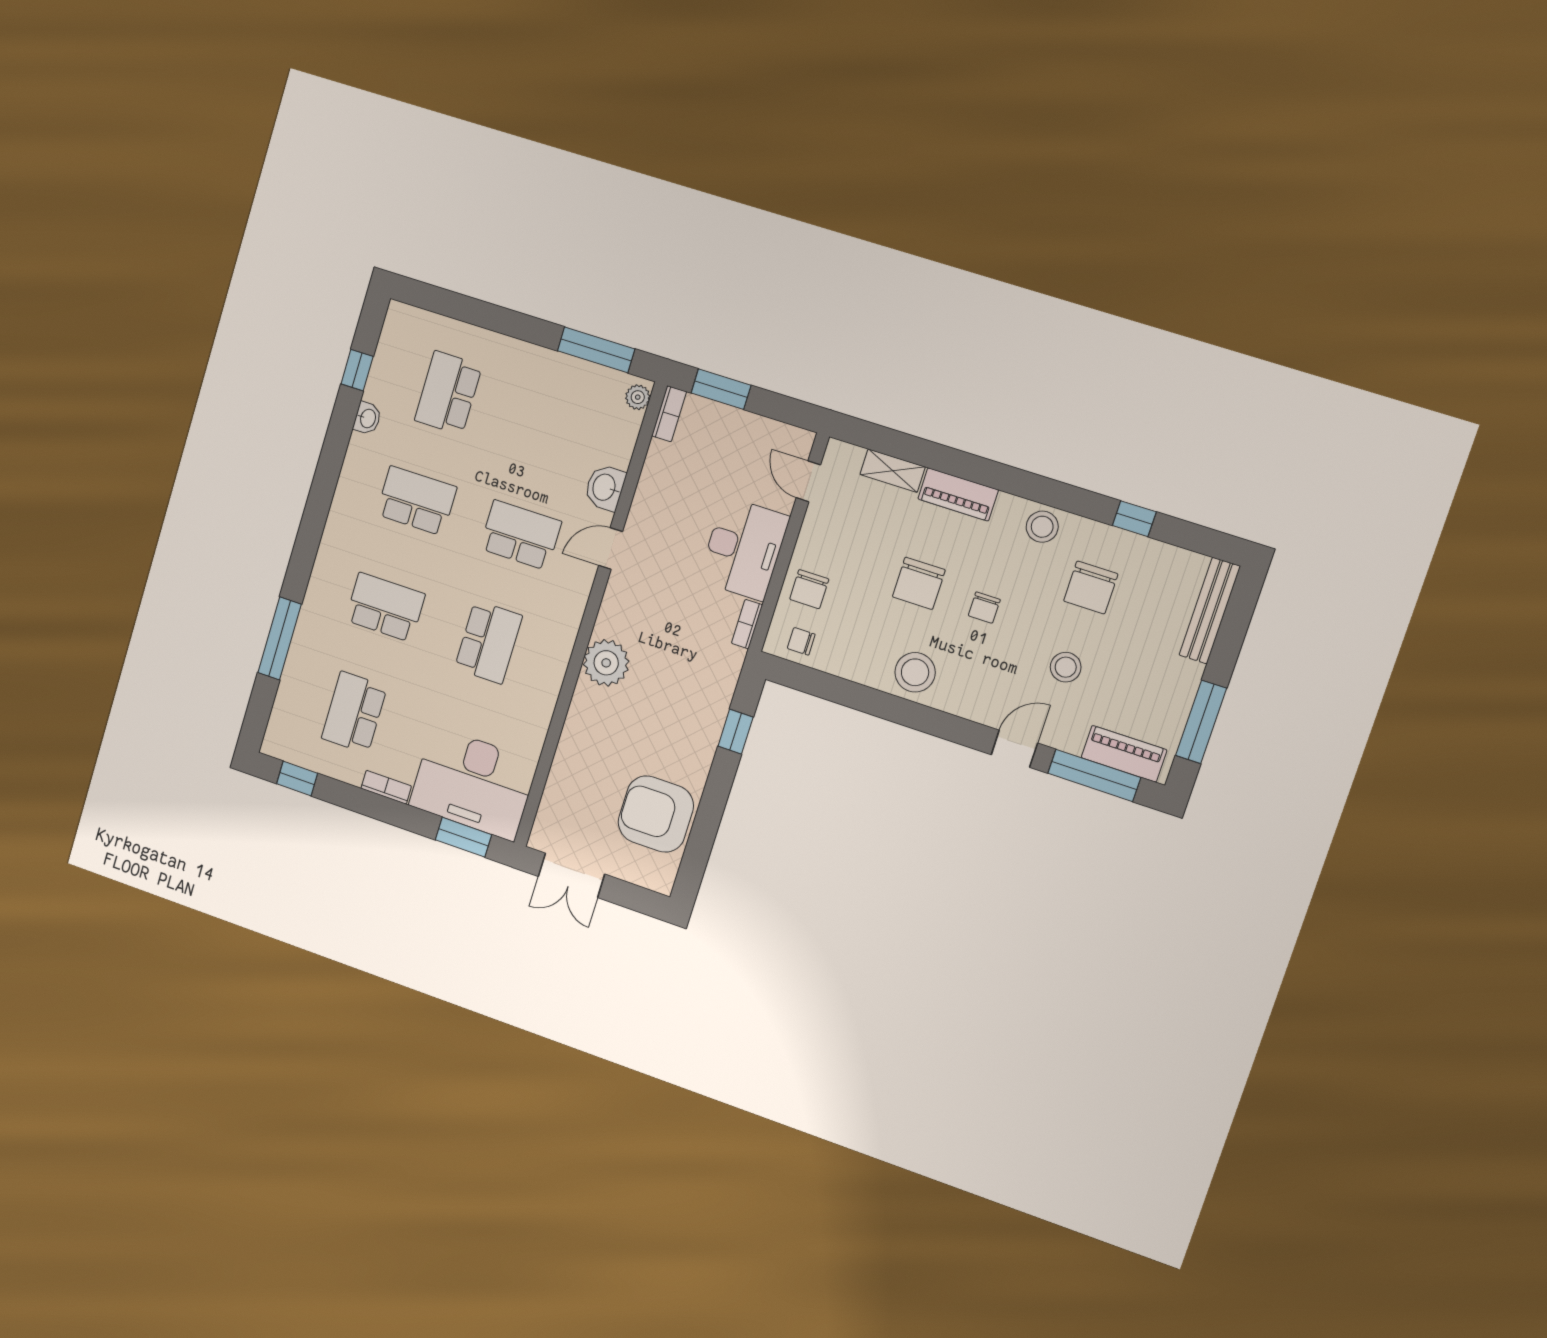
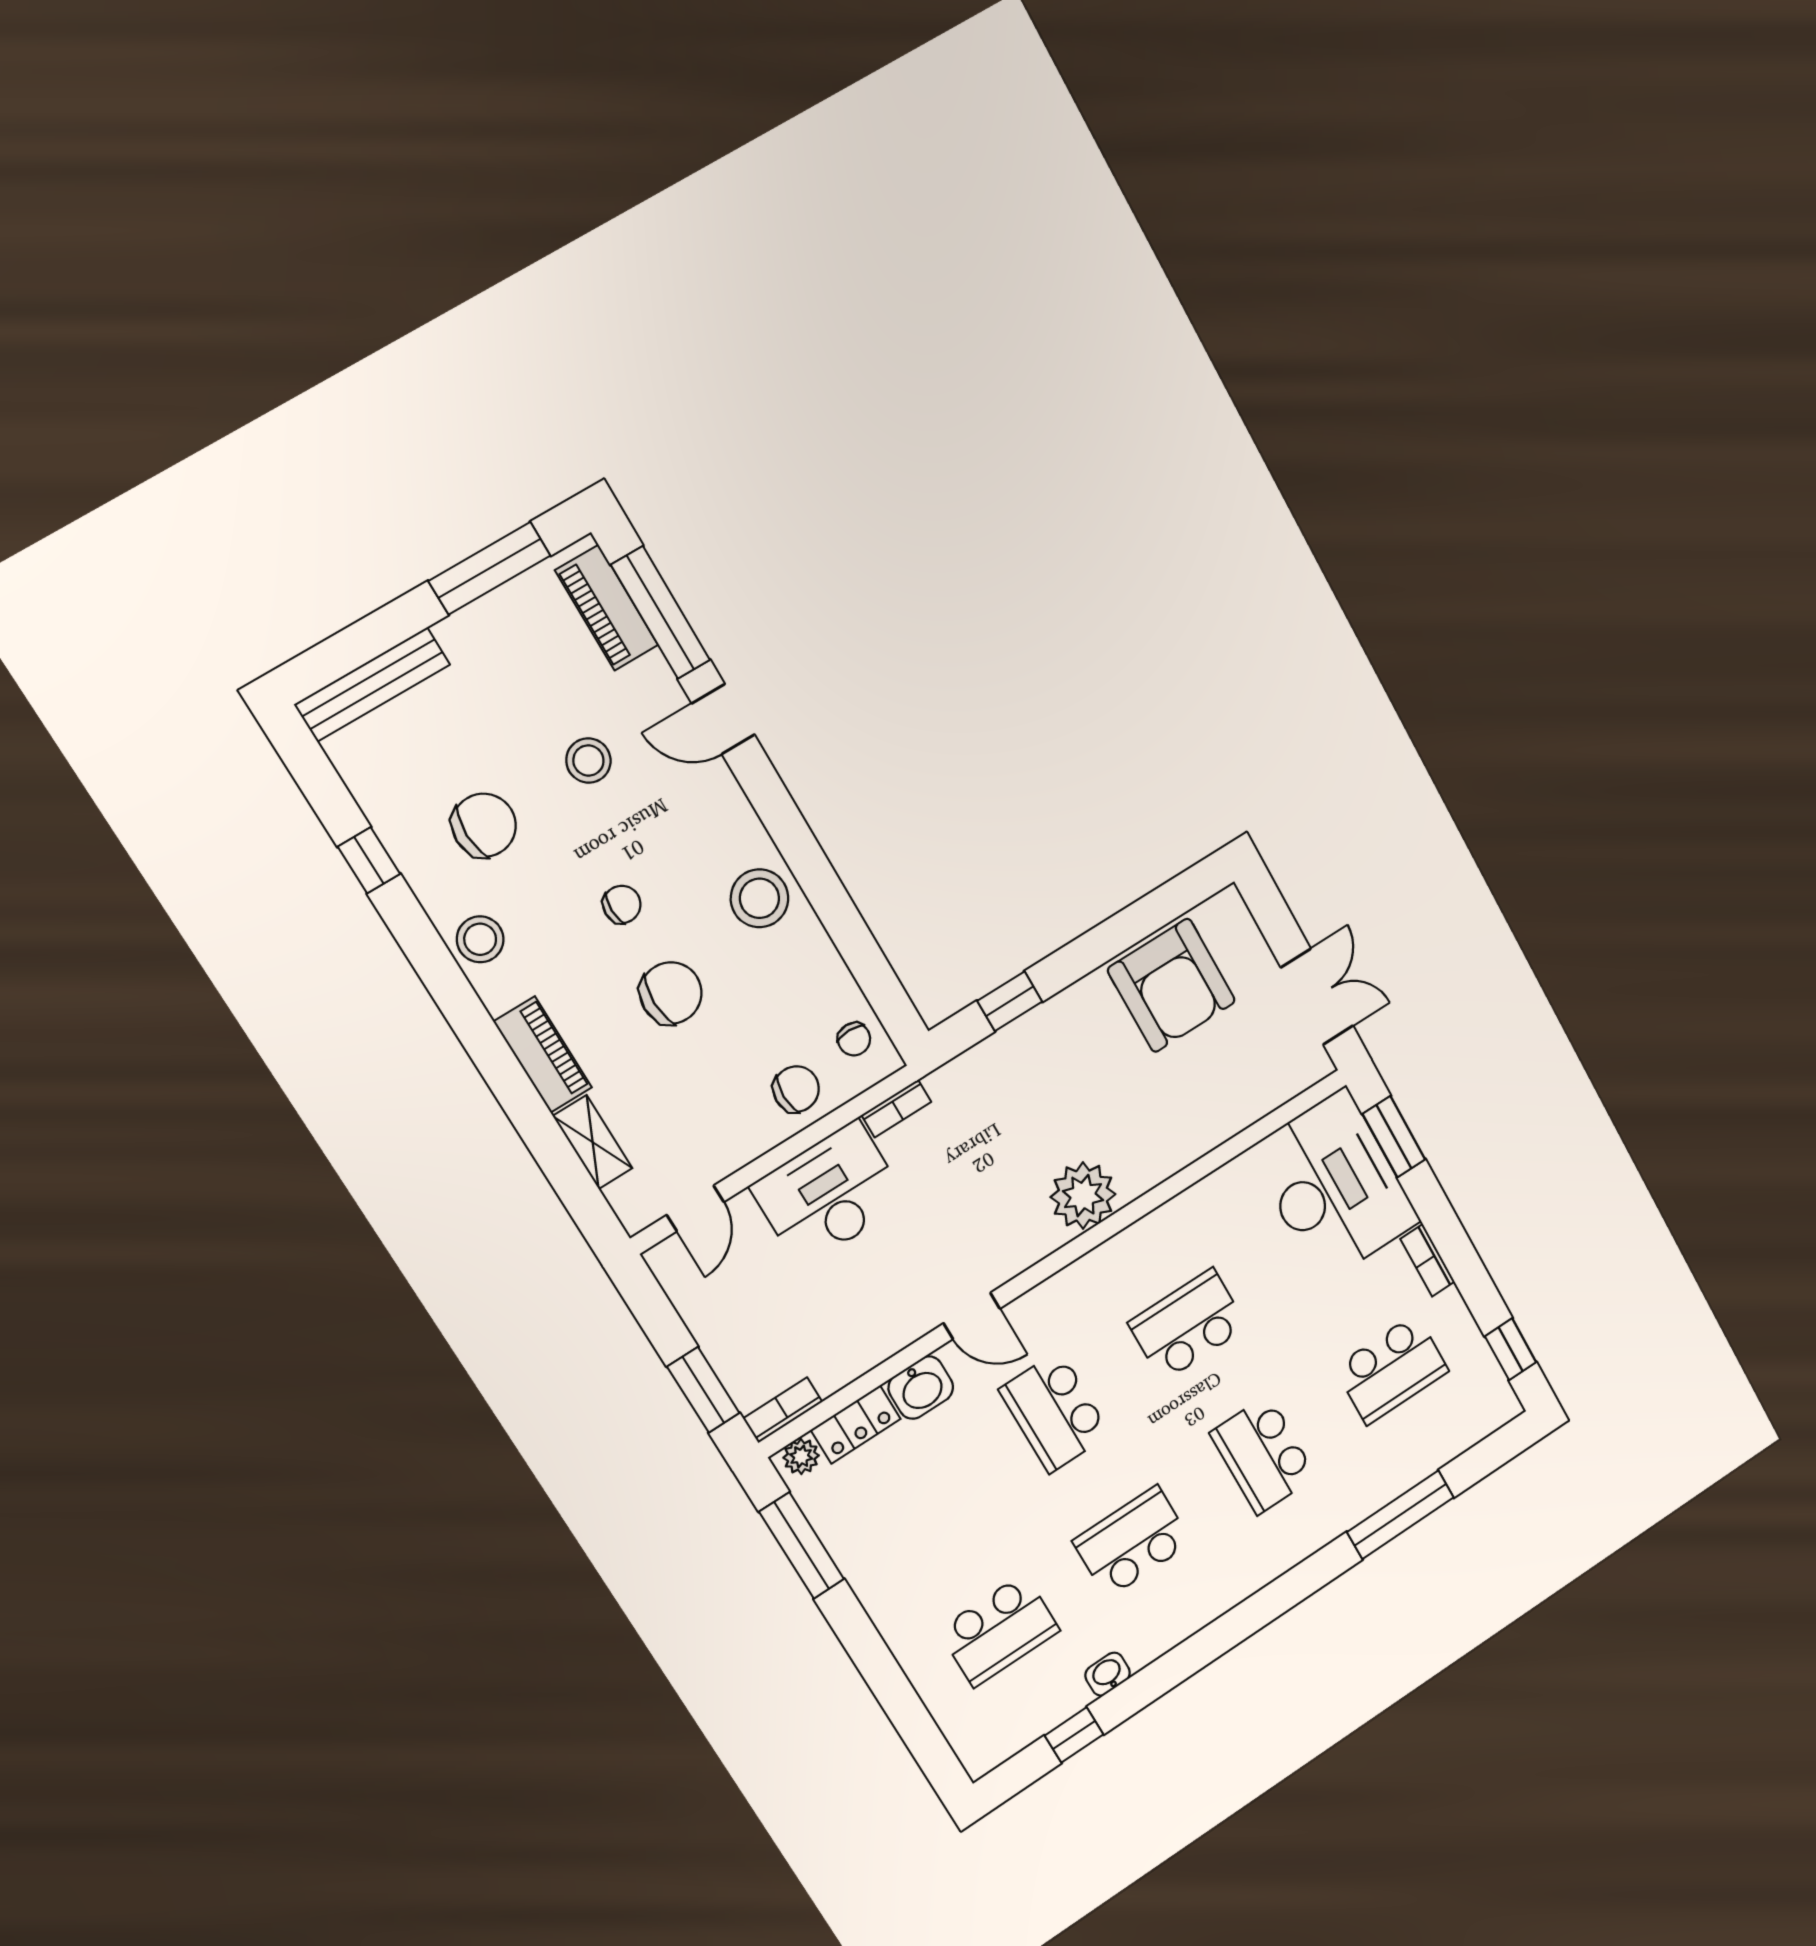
locker: (623, 439) -> (856, 1424), added
school desk: (417, 501) -> (1132, 1542), turned 90

